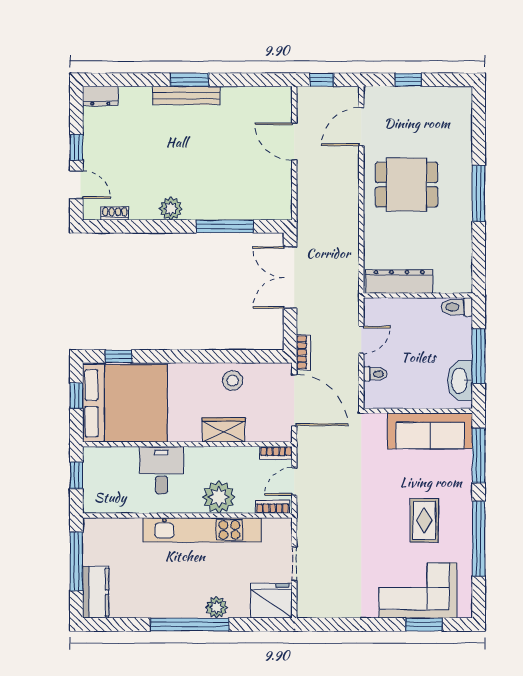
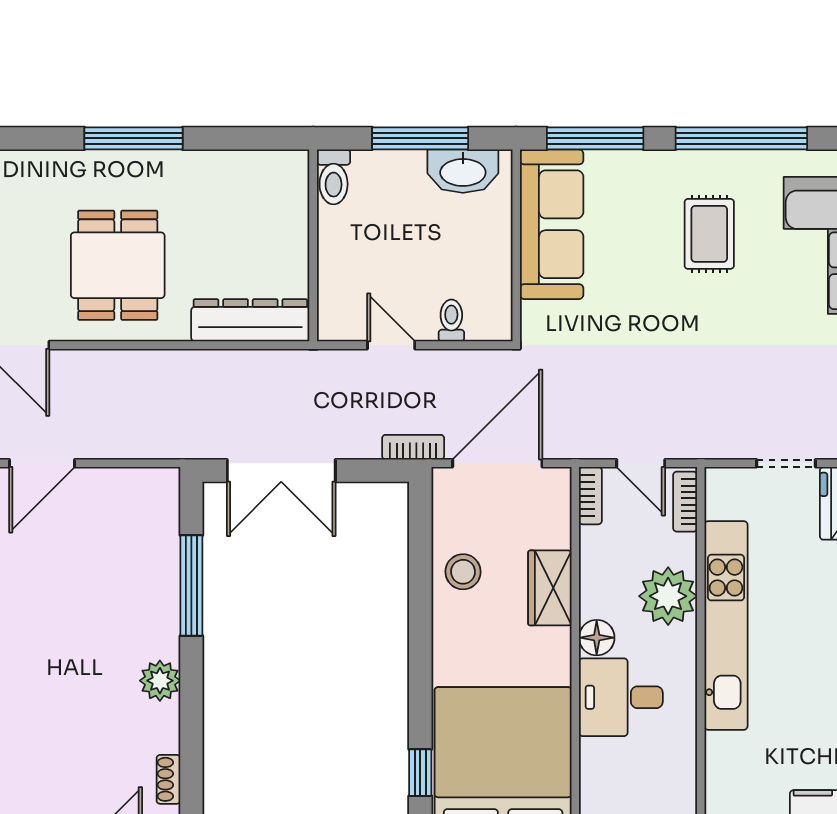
dresser: (399, 282) -> (250, 320), moved, turned 90
floor lamp: (195, 457) -> (597, 638), added
rug: (424, 520) -> (709, 234), turned 90

